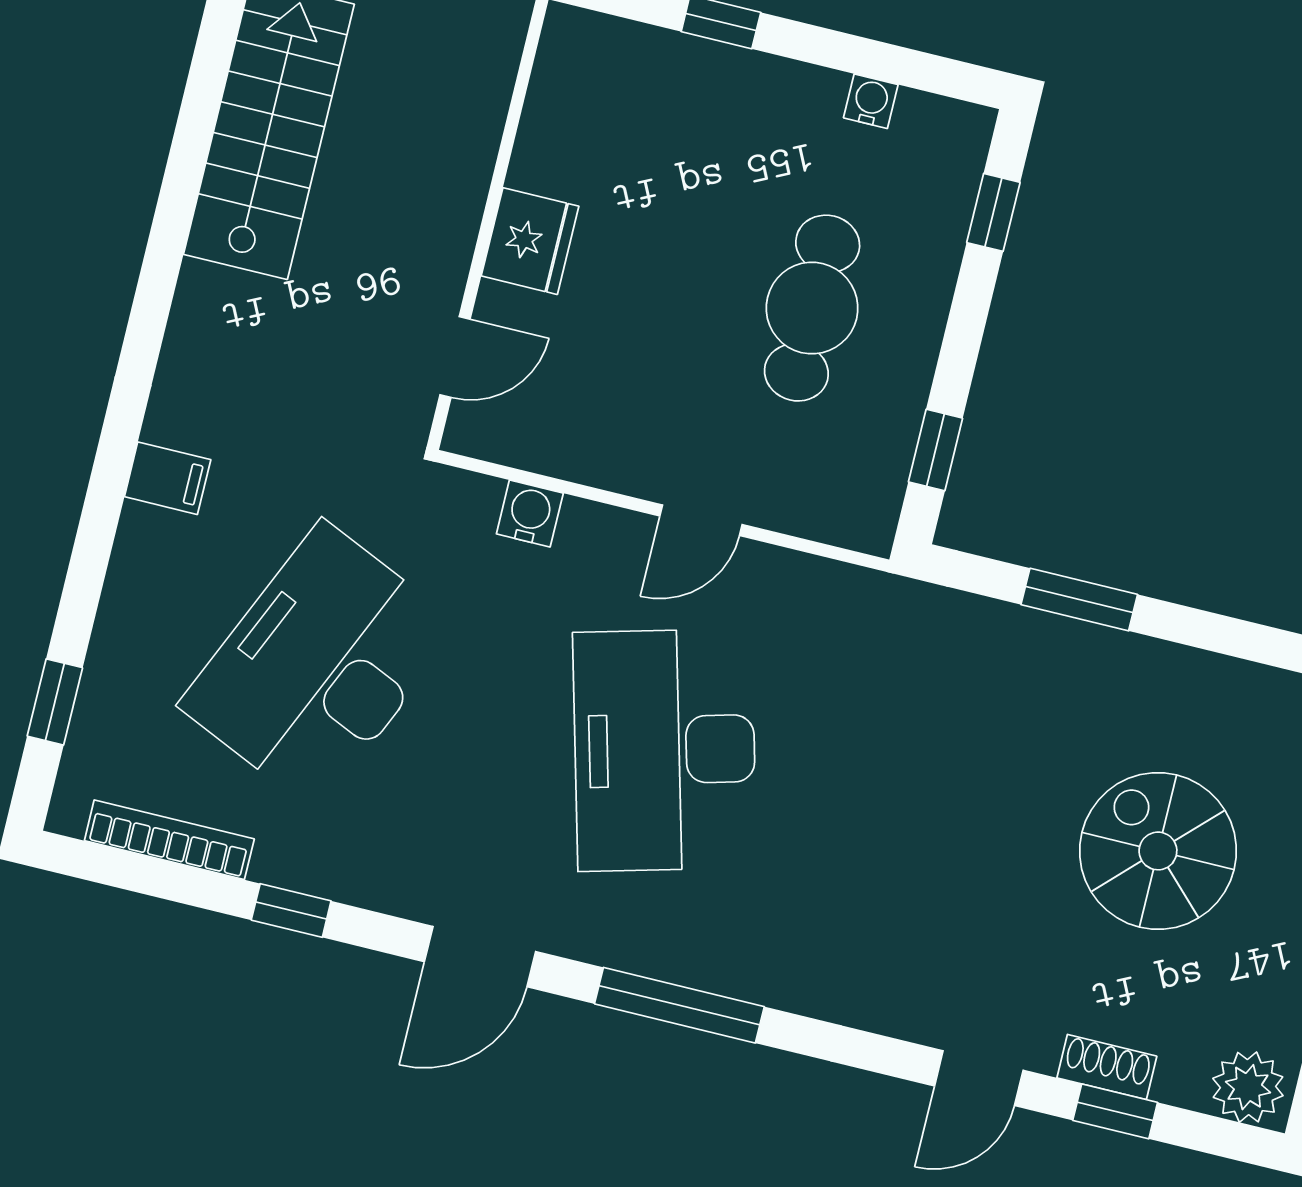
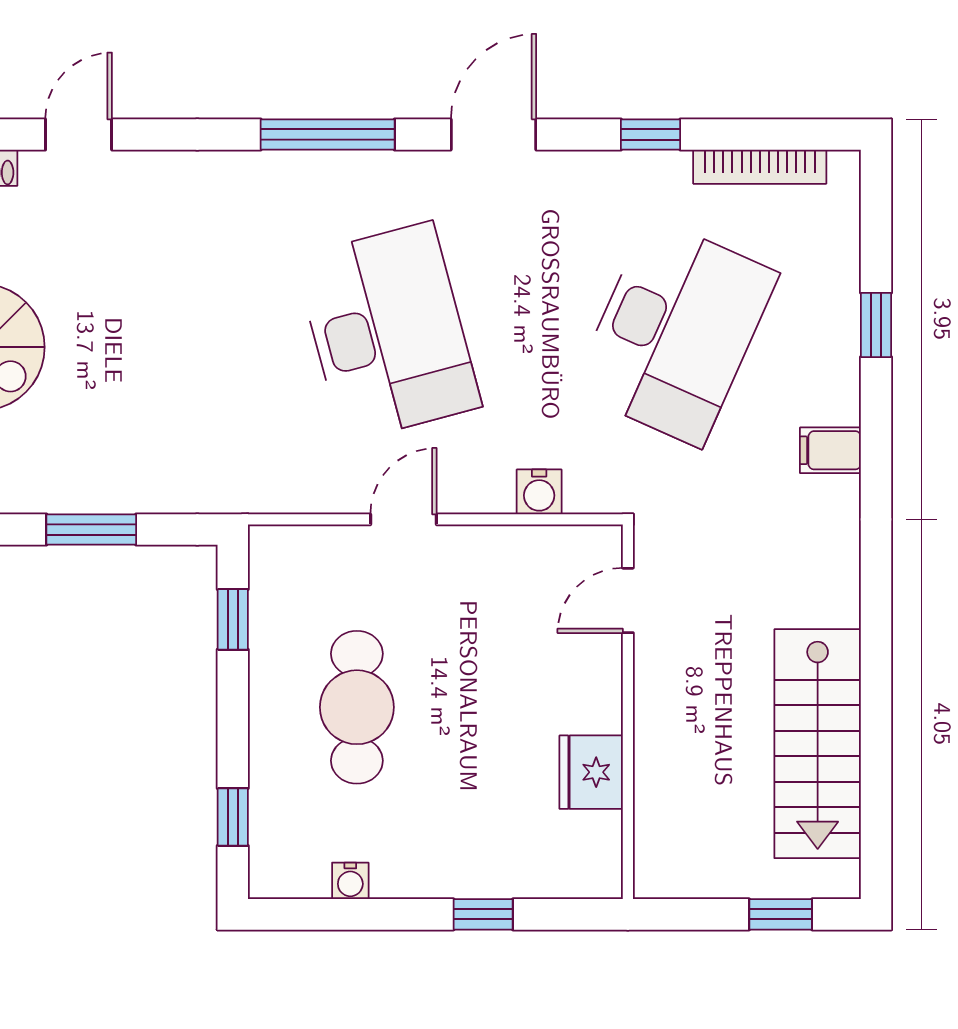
fridge: (530, 241) -> (591, 772), moved
window: (55, 702) -> (876, 325), moved

